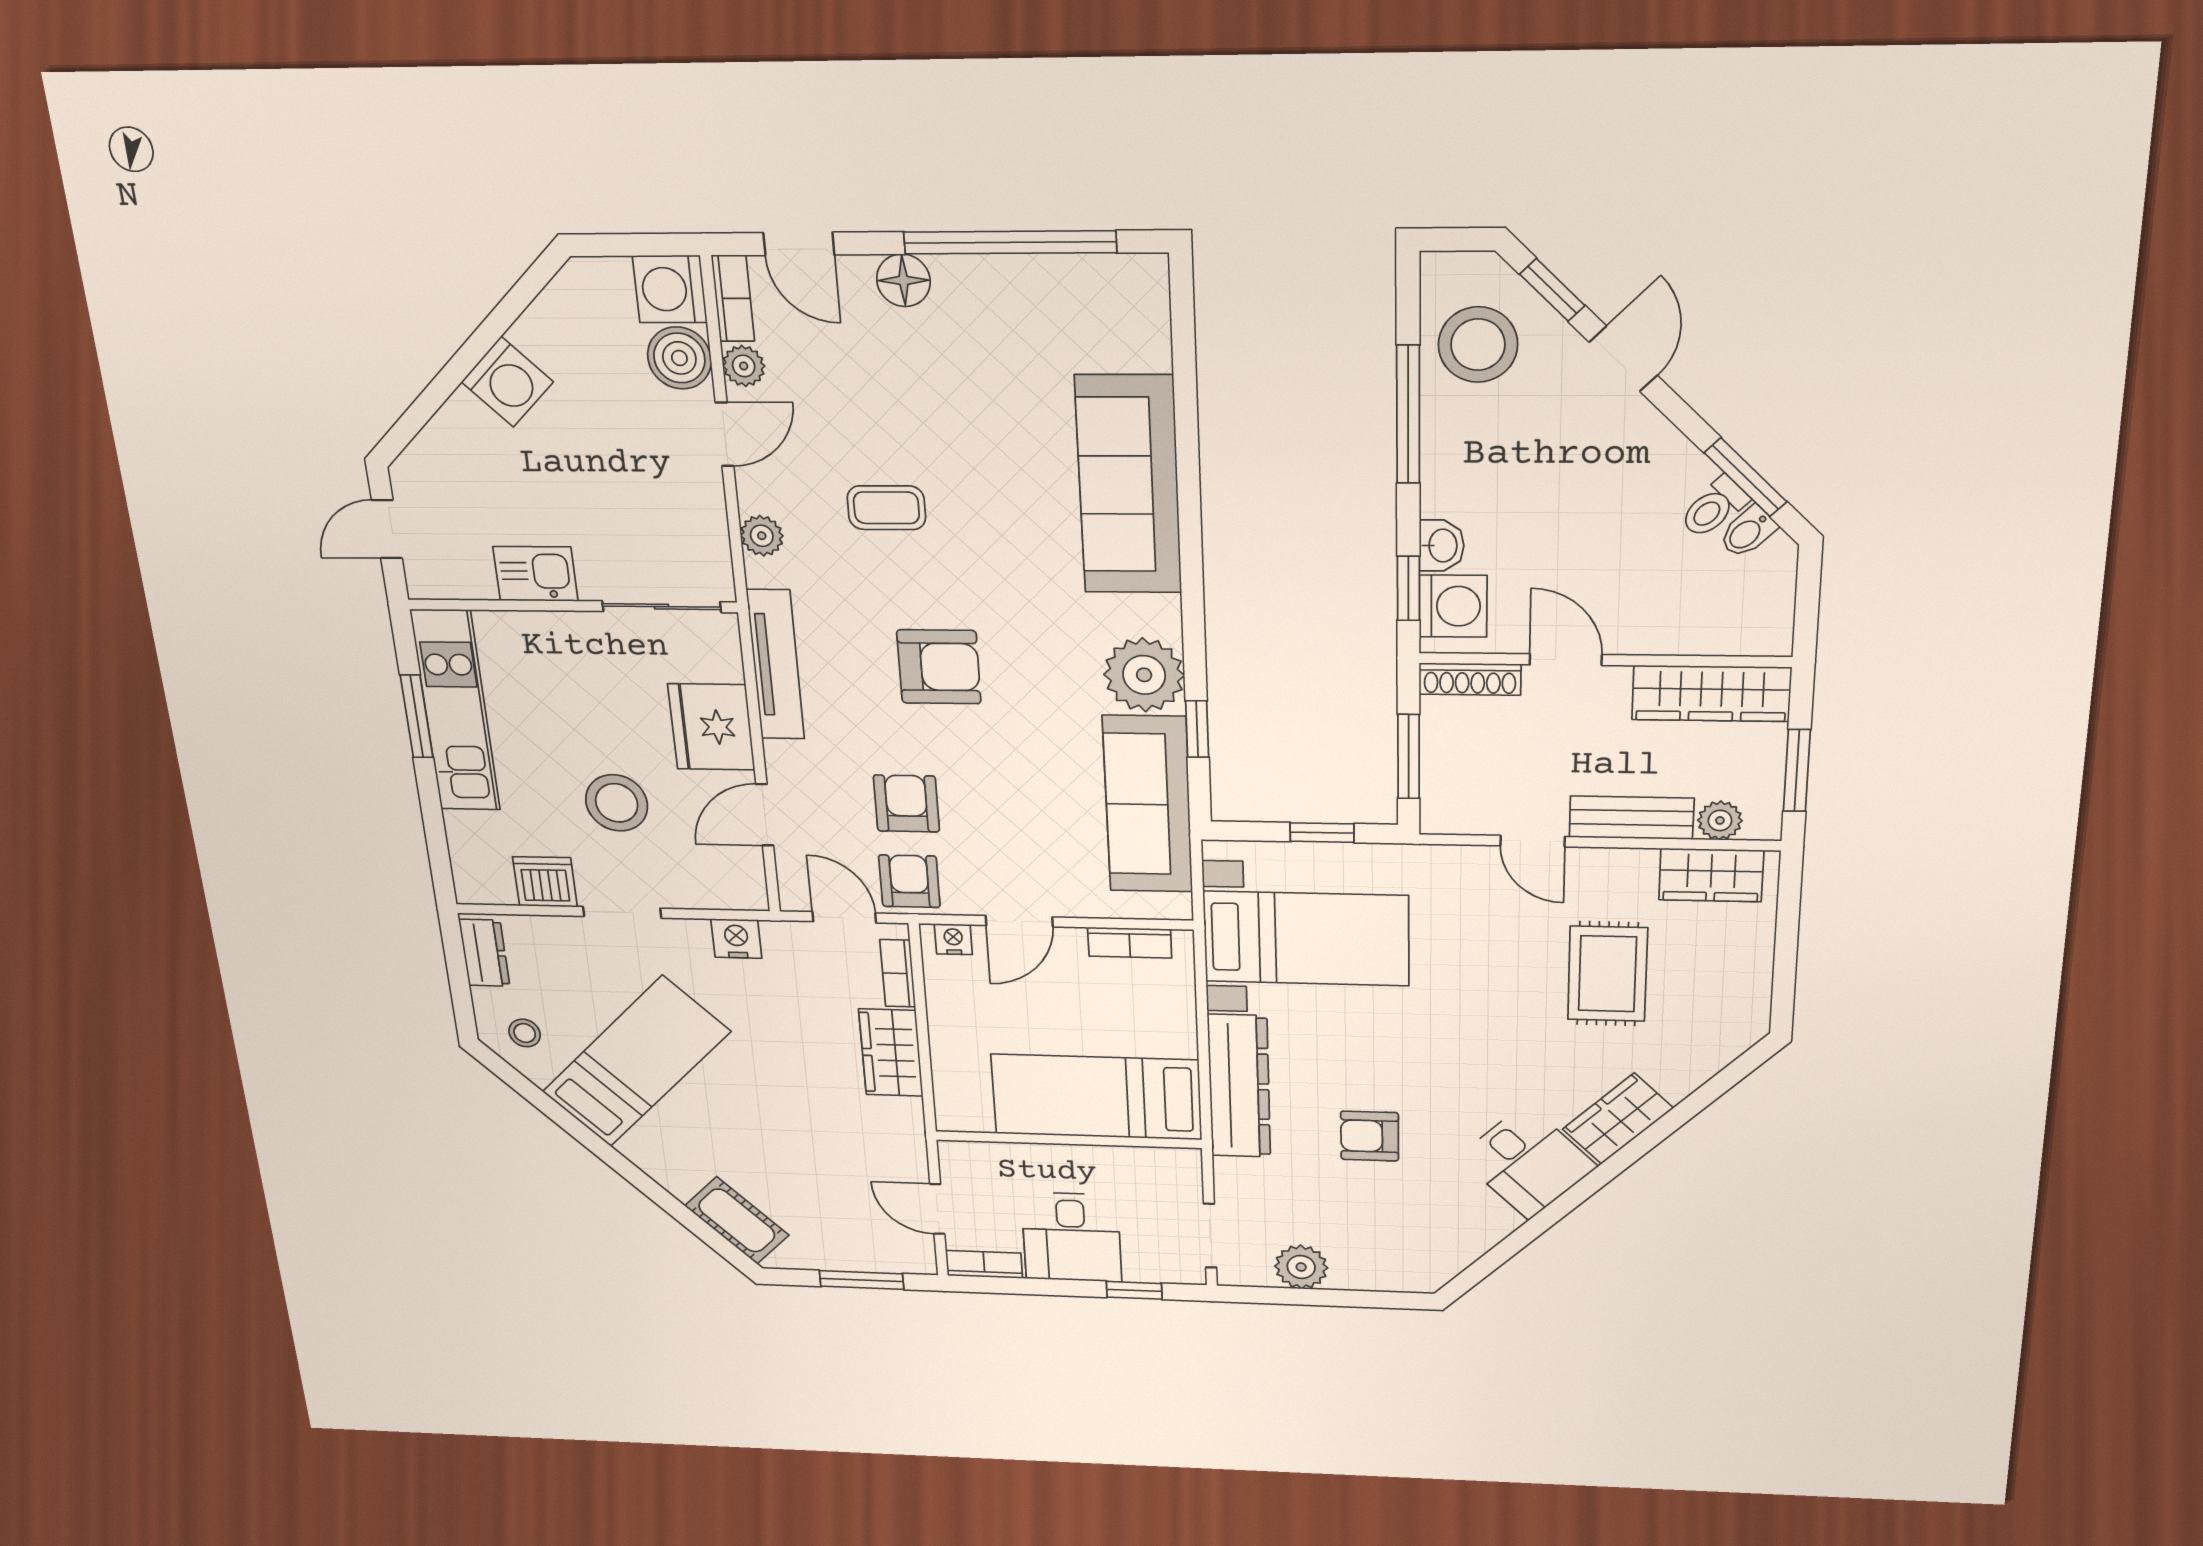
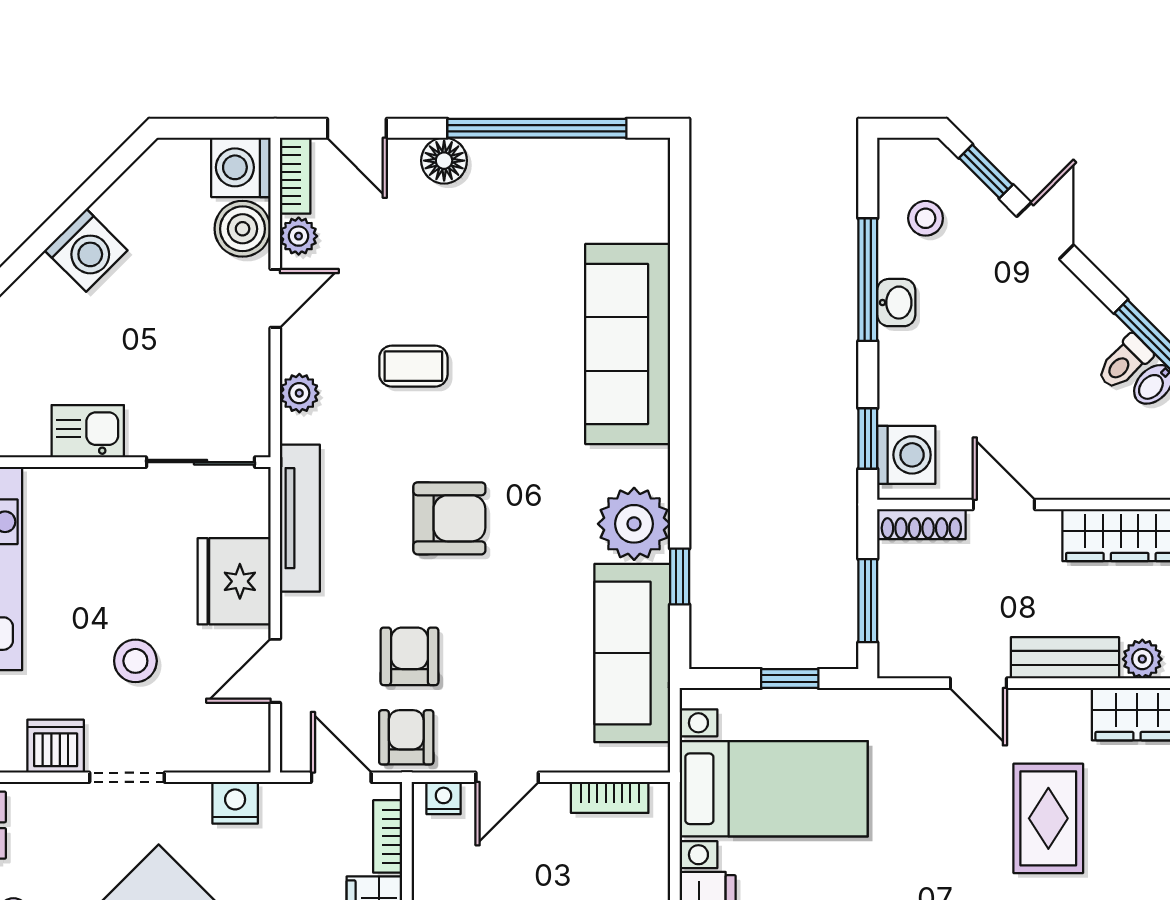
stool: (1478, 345) -> (926, 218), width x0.53, depth x0.53
washbasin: (1442, 546) -> (896, 303), moved
stool: (617, 803) -> (135, 661), width x0.73, depth x0.73

